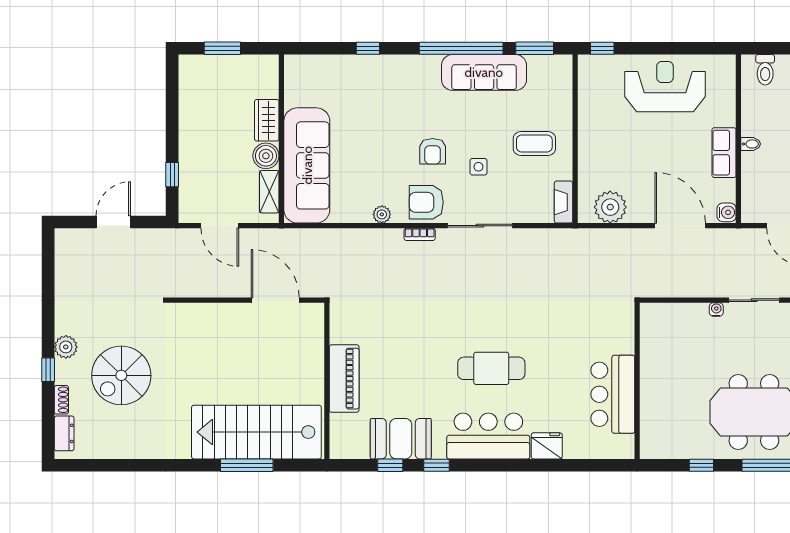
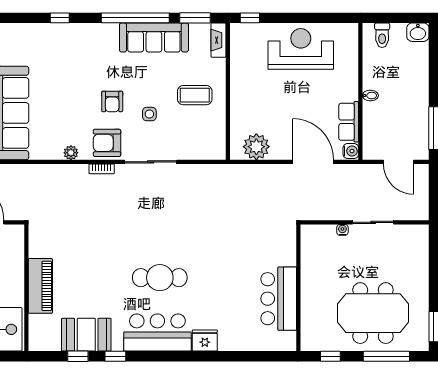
row of seats: (724, 153) -> (349, 122), moved
fireplace: (564, 202) -> (218, 40), moved
wall: (637, 381) -> (298, 288), moved
bar counter: (613, 394) -> (279, 299), moved

